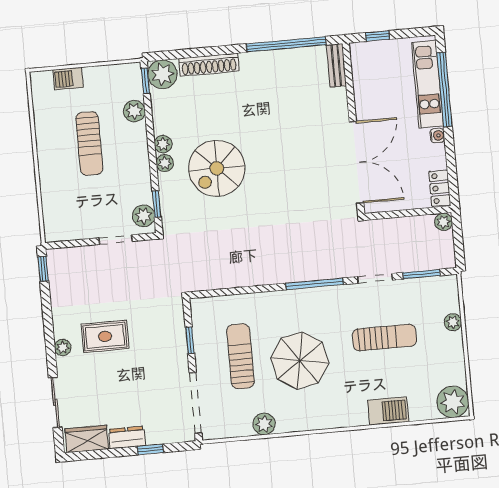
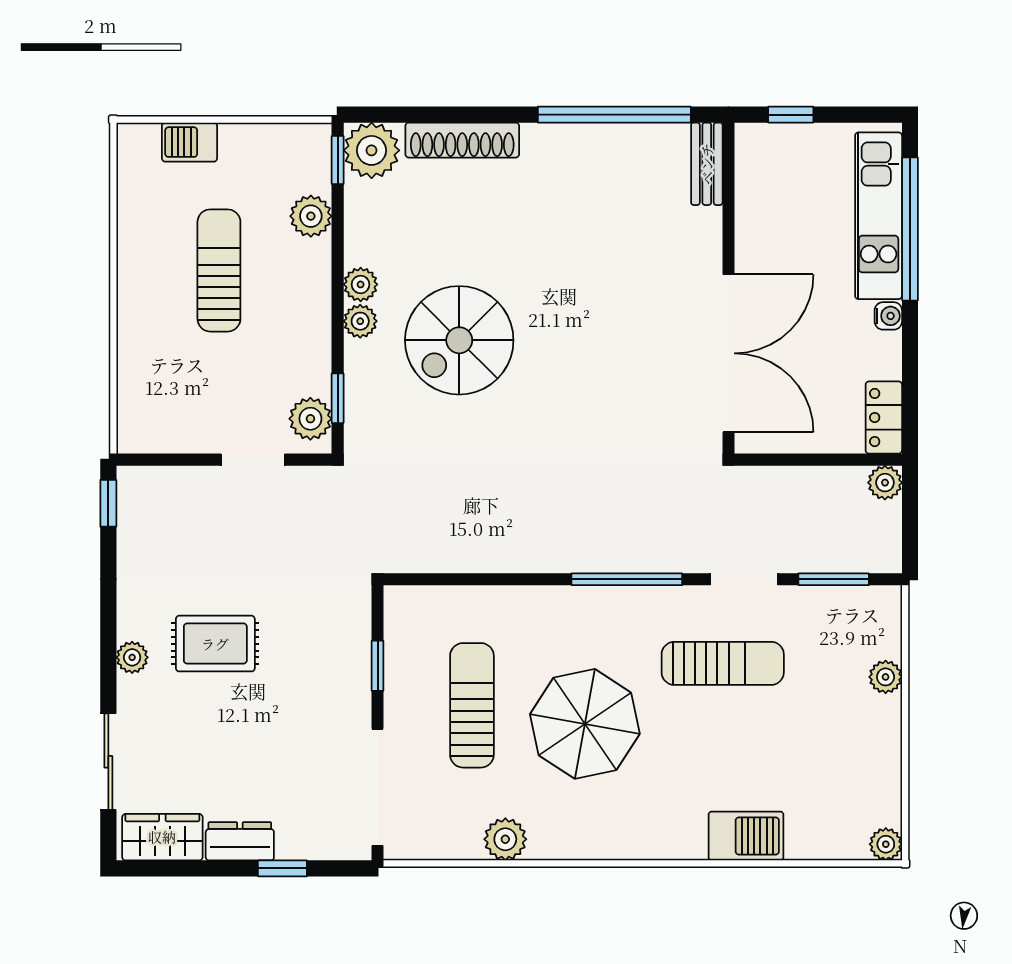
sun lounger: (89, 143) -> (219, 270), turned 180
sun lounger: (384, 338) -> (723, 663), moved
plant: (453, 402) -> (886, 844), width x0.53, depth x0.53

